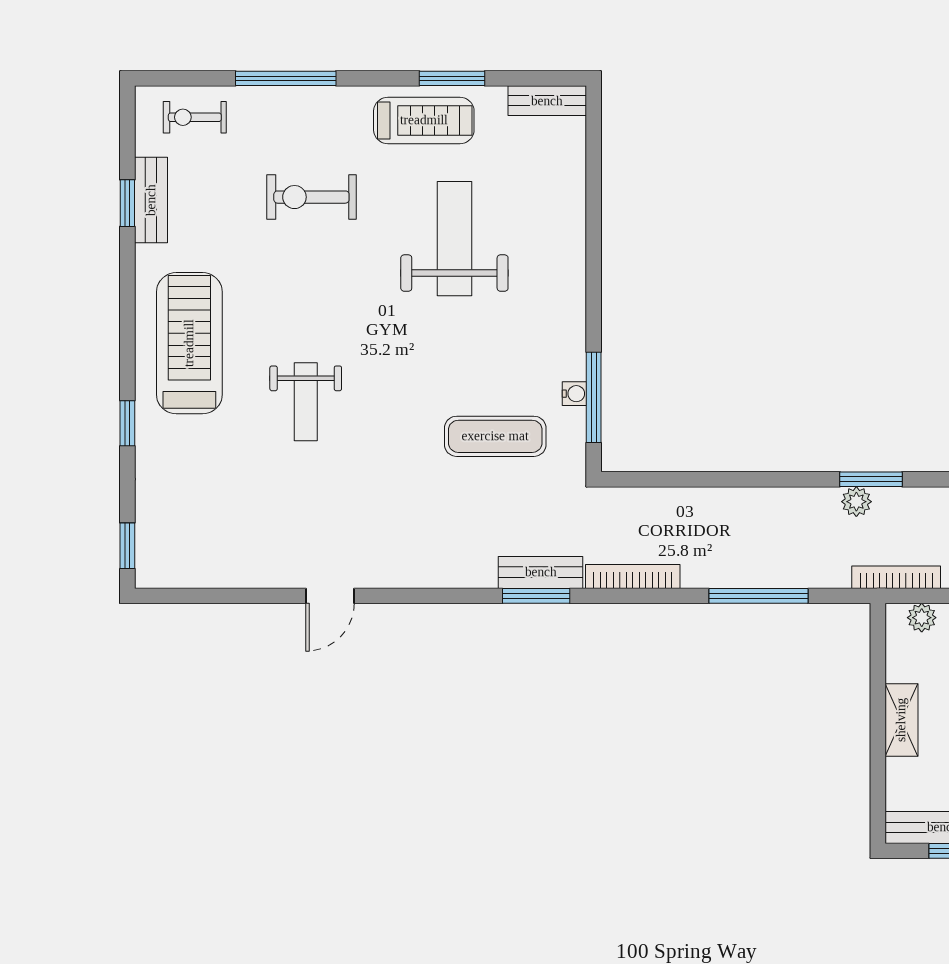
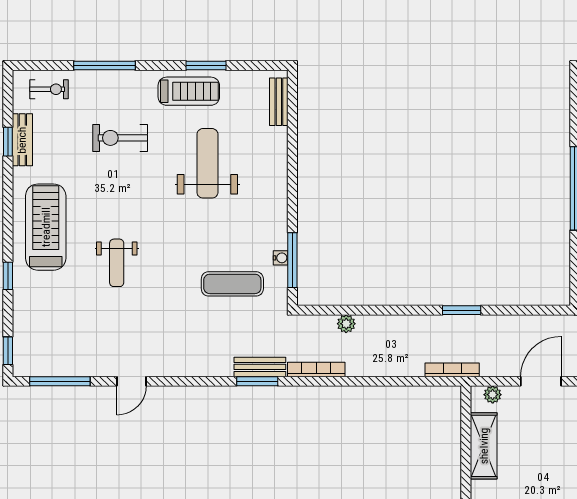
bench: (547, 101) -> (279, 102), moved, turned 90
exercise bike: (195, 117) -> (49, 89), turned 180
plant: (856, 502) -> (346, 324), moved
bookcase: (896, 577) -> (452, 370), moved
window: (759, 596) -> (60, 381), moved
shelving: (901, 720) -> (484, 446), width x1.50, depth x1.33

